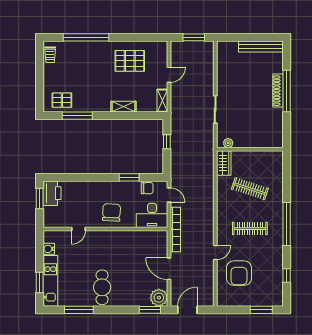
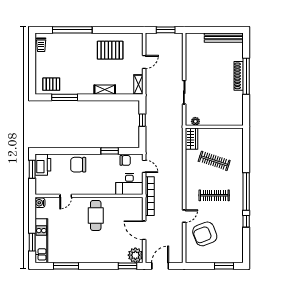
chair: (111, 212) -> (78, 165), moved, turned -93
water cooler: (49, 249) -> (40, 203), moved
armchair: (239, 273) -> (205, 234), turned 69
window: (287, 275) -> (246, 221), moved
cafe table: (102, 287) -> (96, 215), moved

